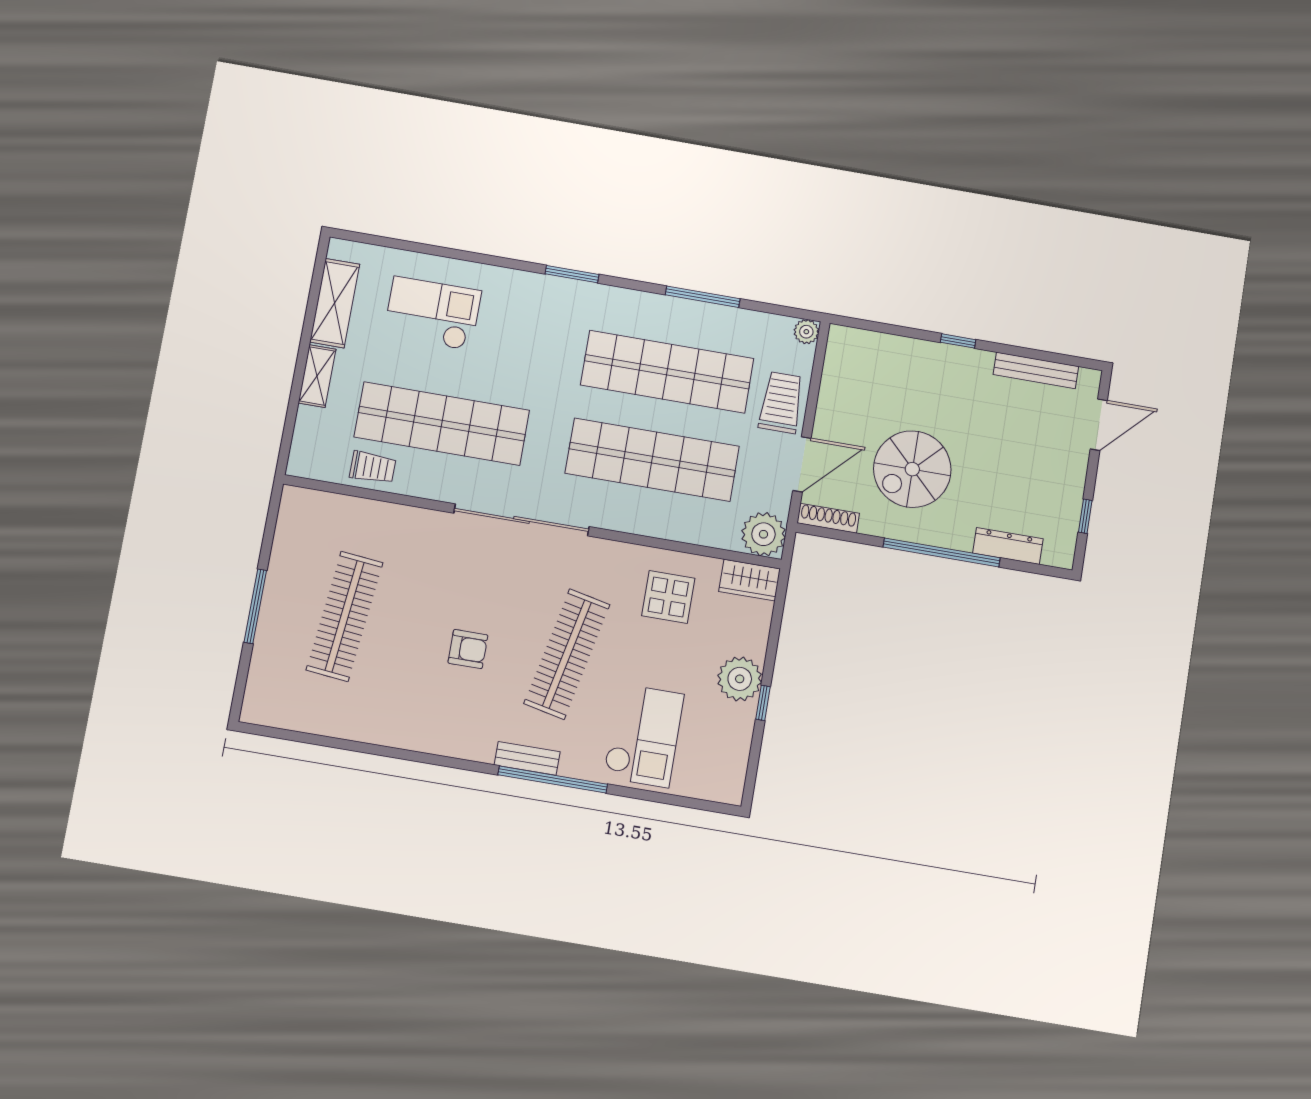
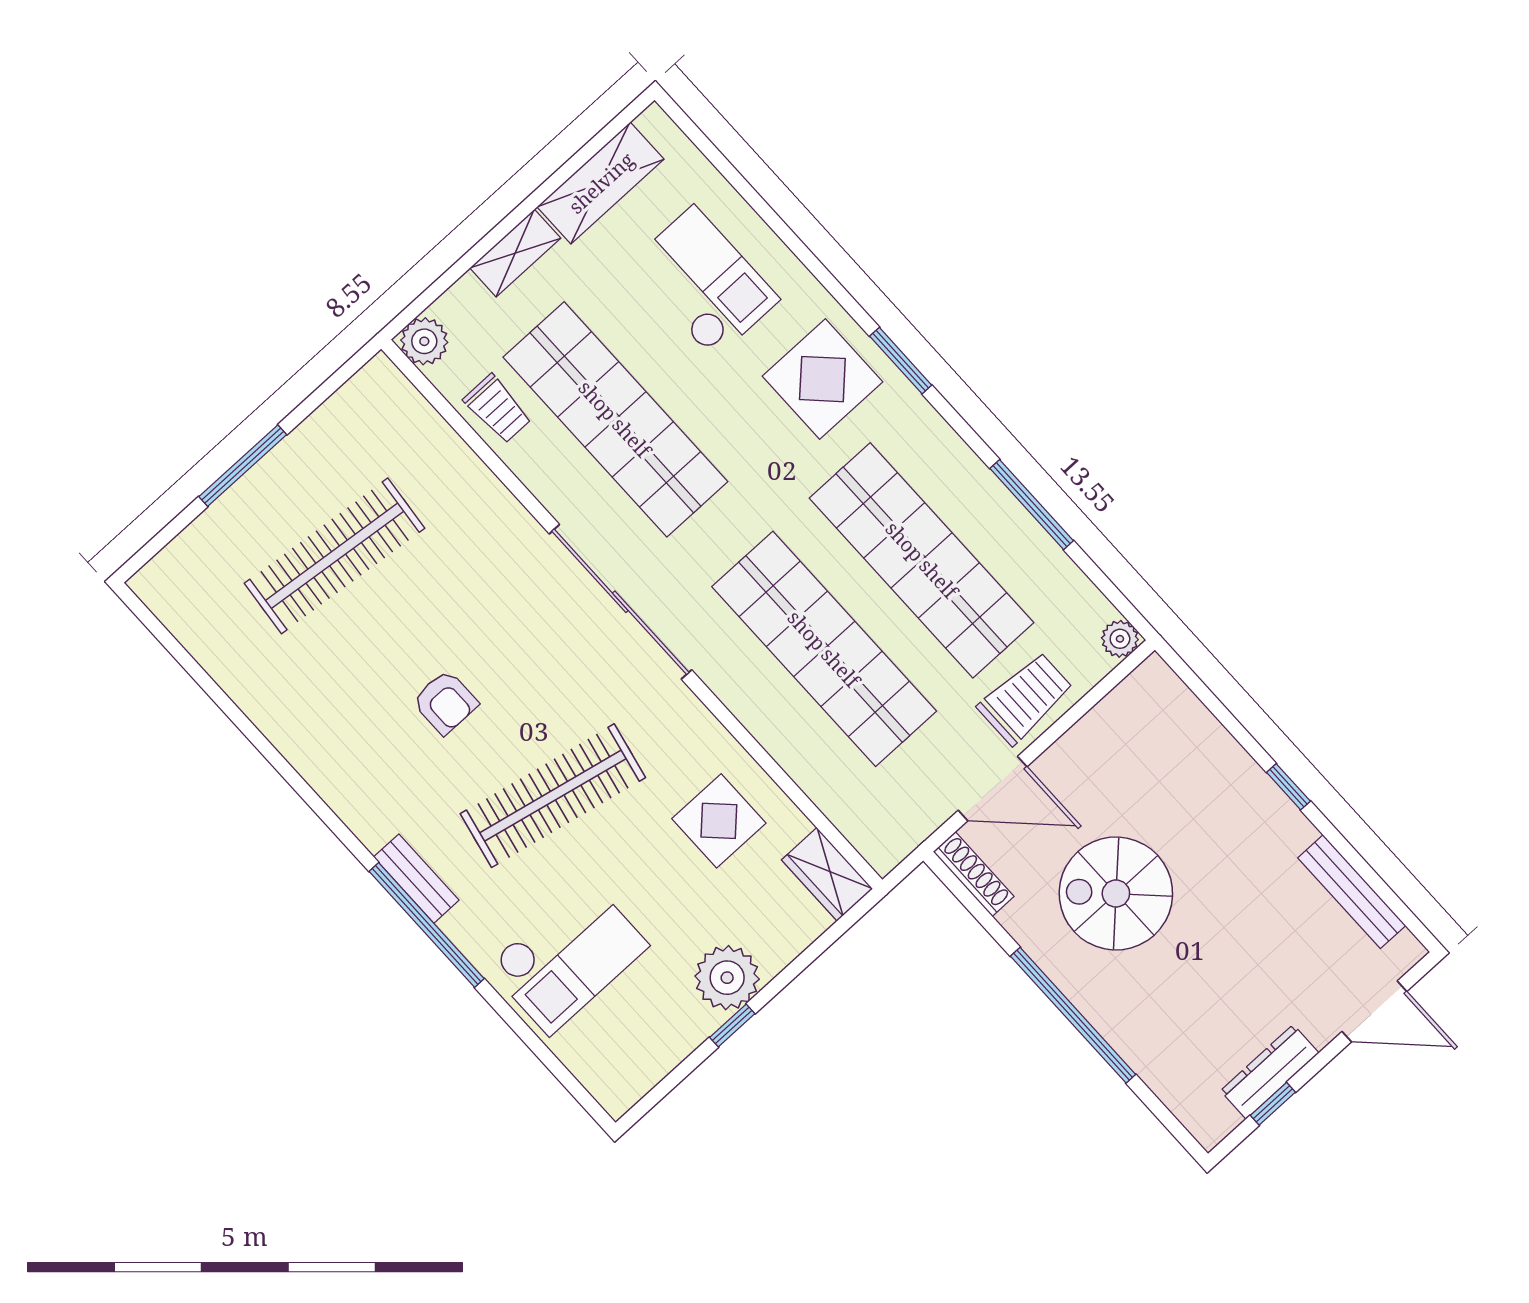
display table: (538, 316) -> (822, 379), added
plant: (763, 534) -> (424, 341), moved, width x0.73, depth x0.73
dresser: (1008, 546) -> (1270, 1072), moved, turned -90

